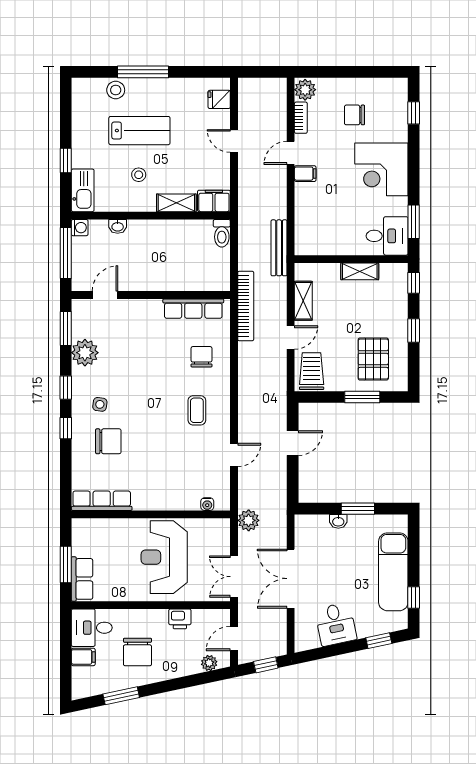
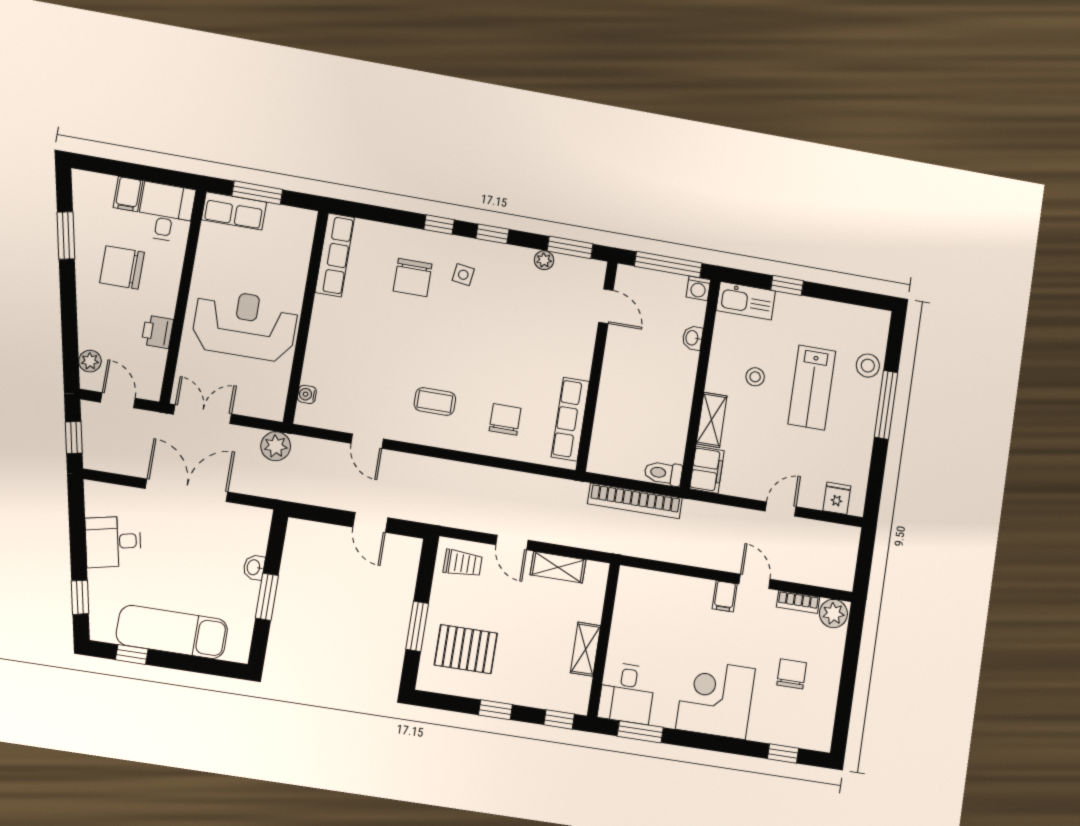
bench: (279, 248) -> (633, 546), removed
bookcase: (246, 306) -> (635, 501), moved
plant: (85, 353) -> (544, 260), width x0.53, depth x0.53
chair: (201, 357) -> (505, 419), turned -90
trolley: (312, 371) -> (463, 563), width x0.73, depth x0.72

